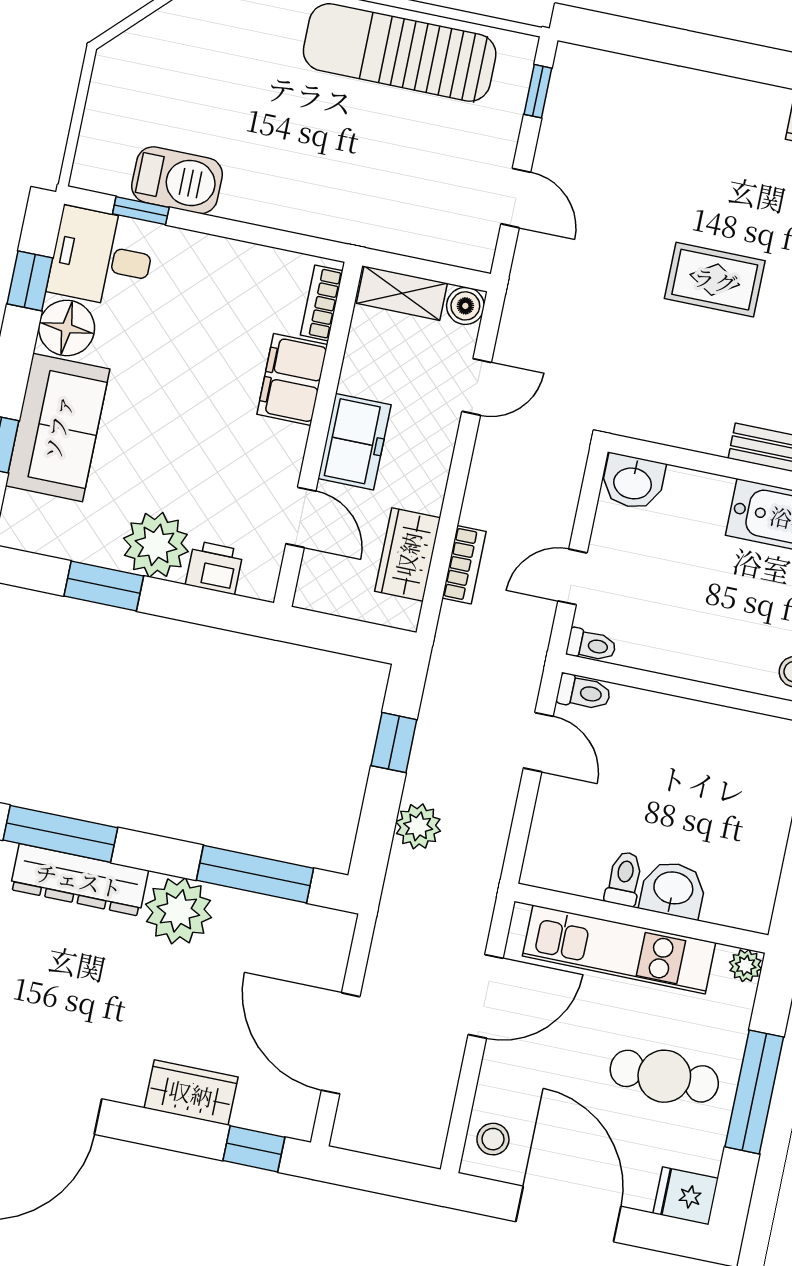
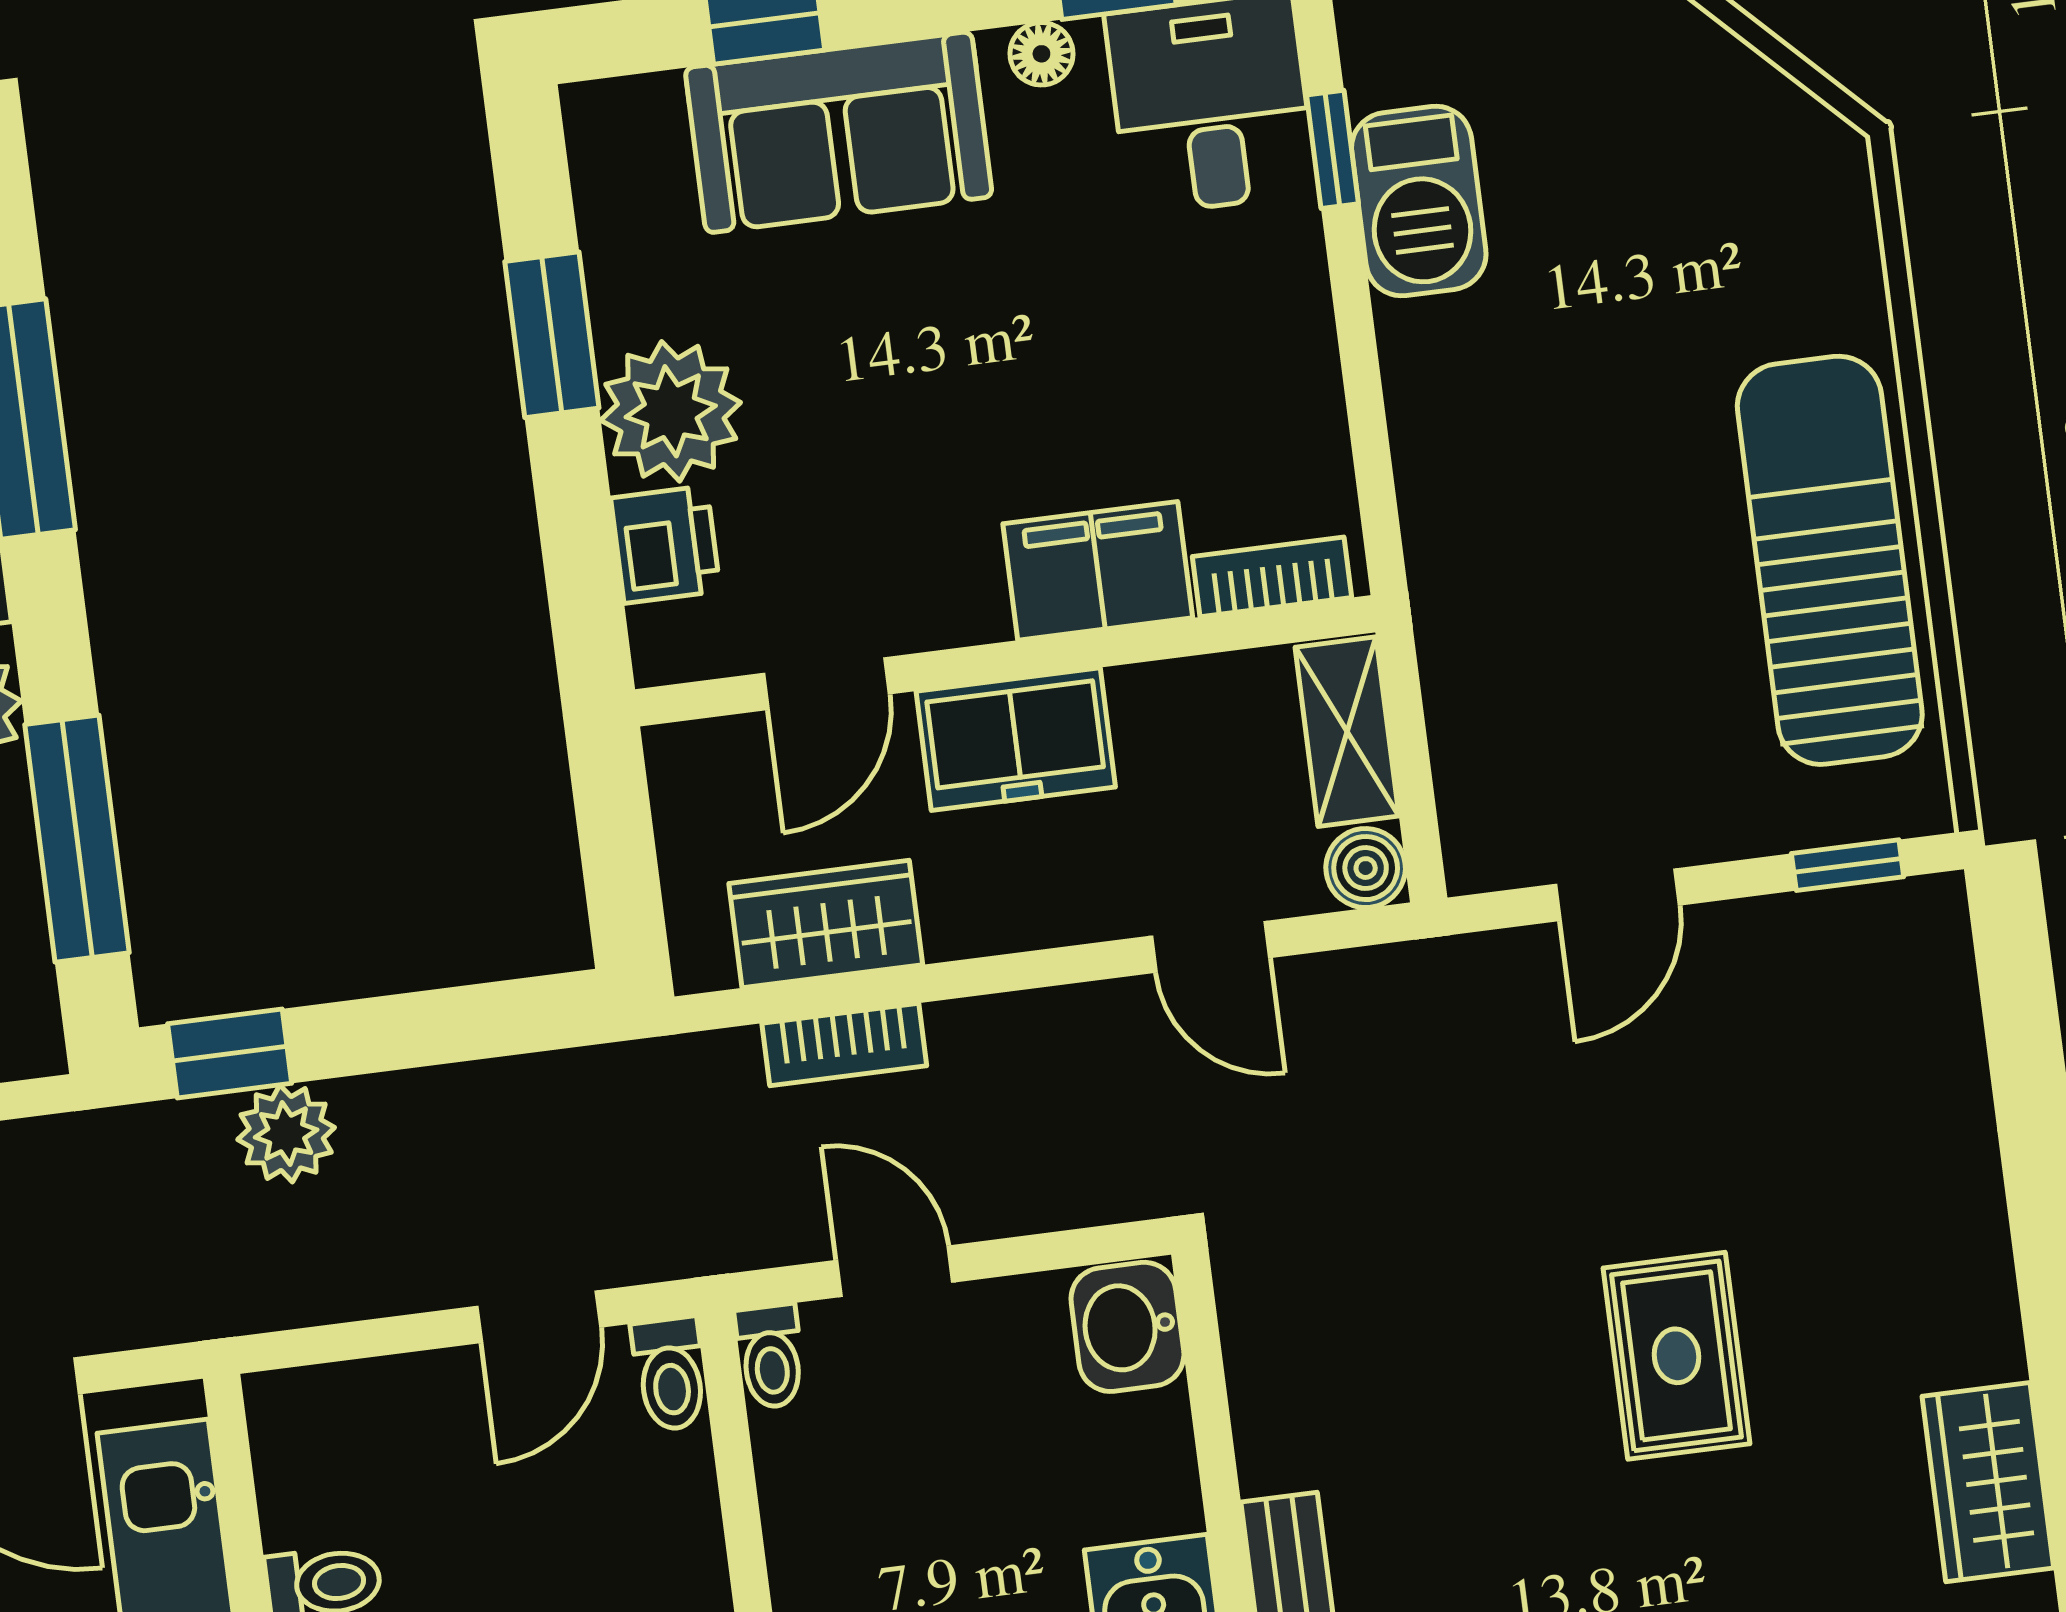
rug: (715, 280) -> (1676, 1356), moved
floor lamp: (67, 328) -> (1041, 54), width x0.53, depth x0.53
window: (394, 743) -> (230, 1054), moved

